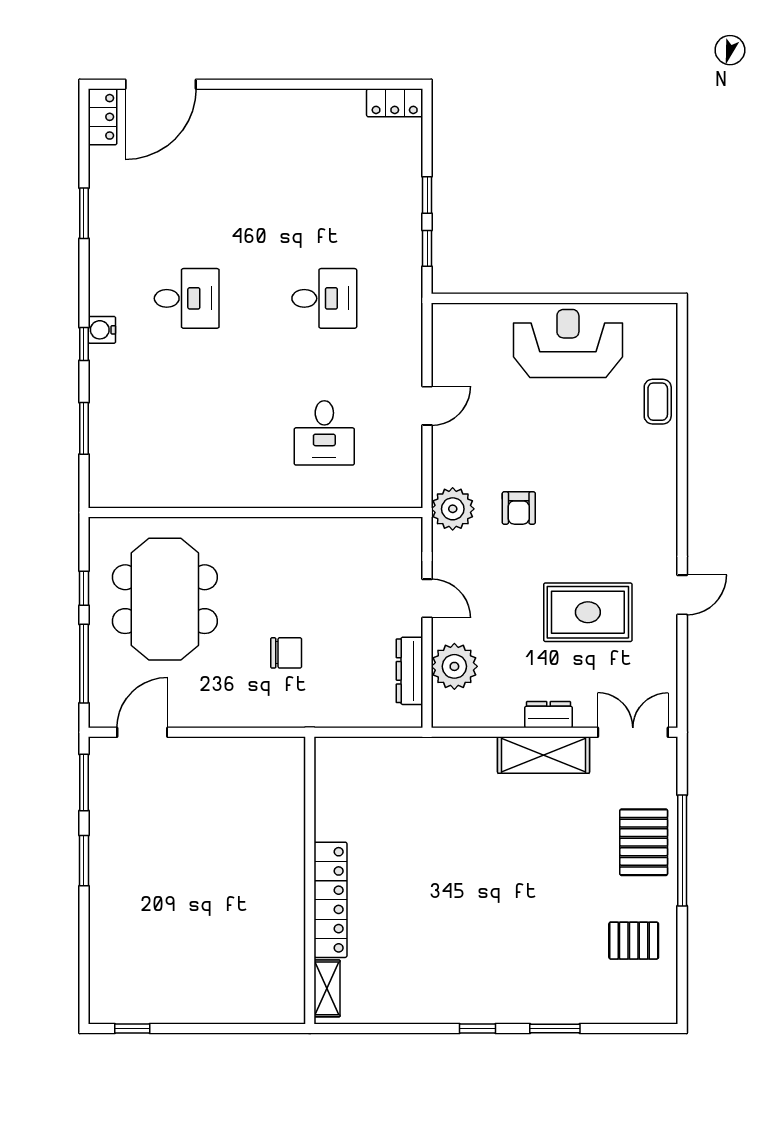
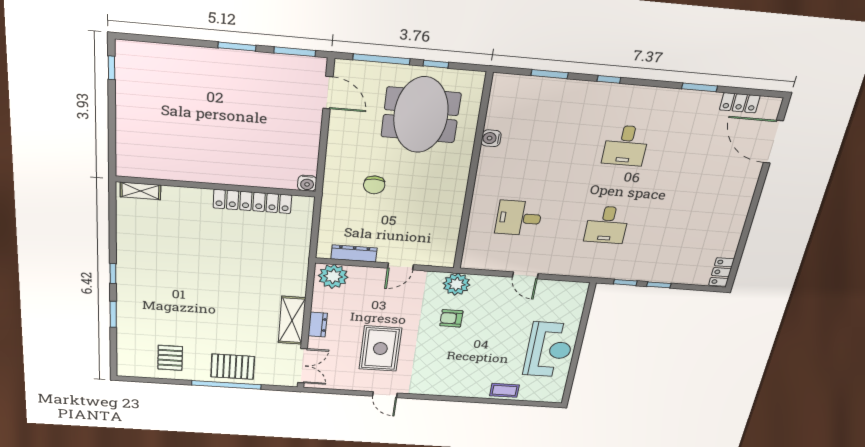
locker: (103, 117) -> (740, 103), moved
water cooler: (102, 330) -> (491, 138), moved, turned -90
meeting table: (165, 599) -> (421, 115), turned 90
plant: (454, 666) -> (333, 276), moved
water cooler: (292, 750) -> (307, 183), added
locker: (330, 900) -> (252, 201), moved

